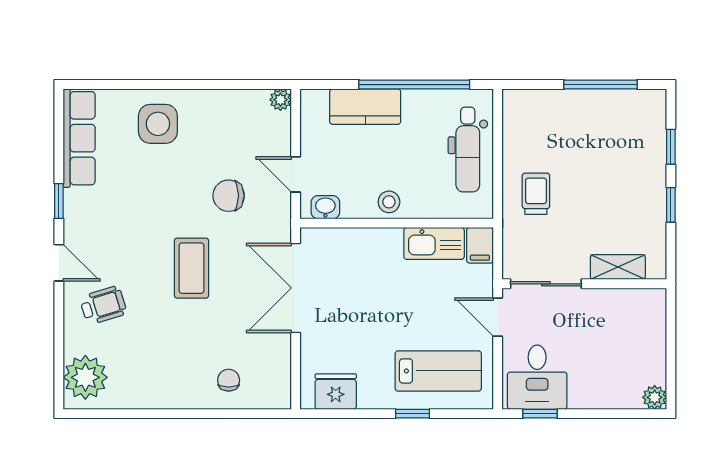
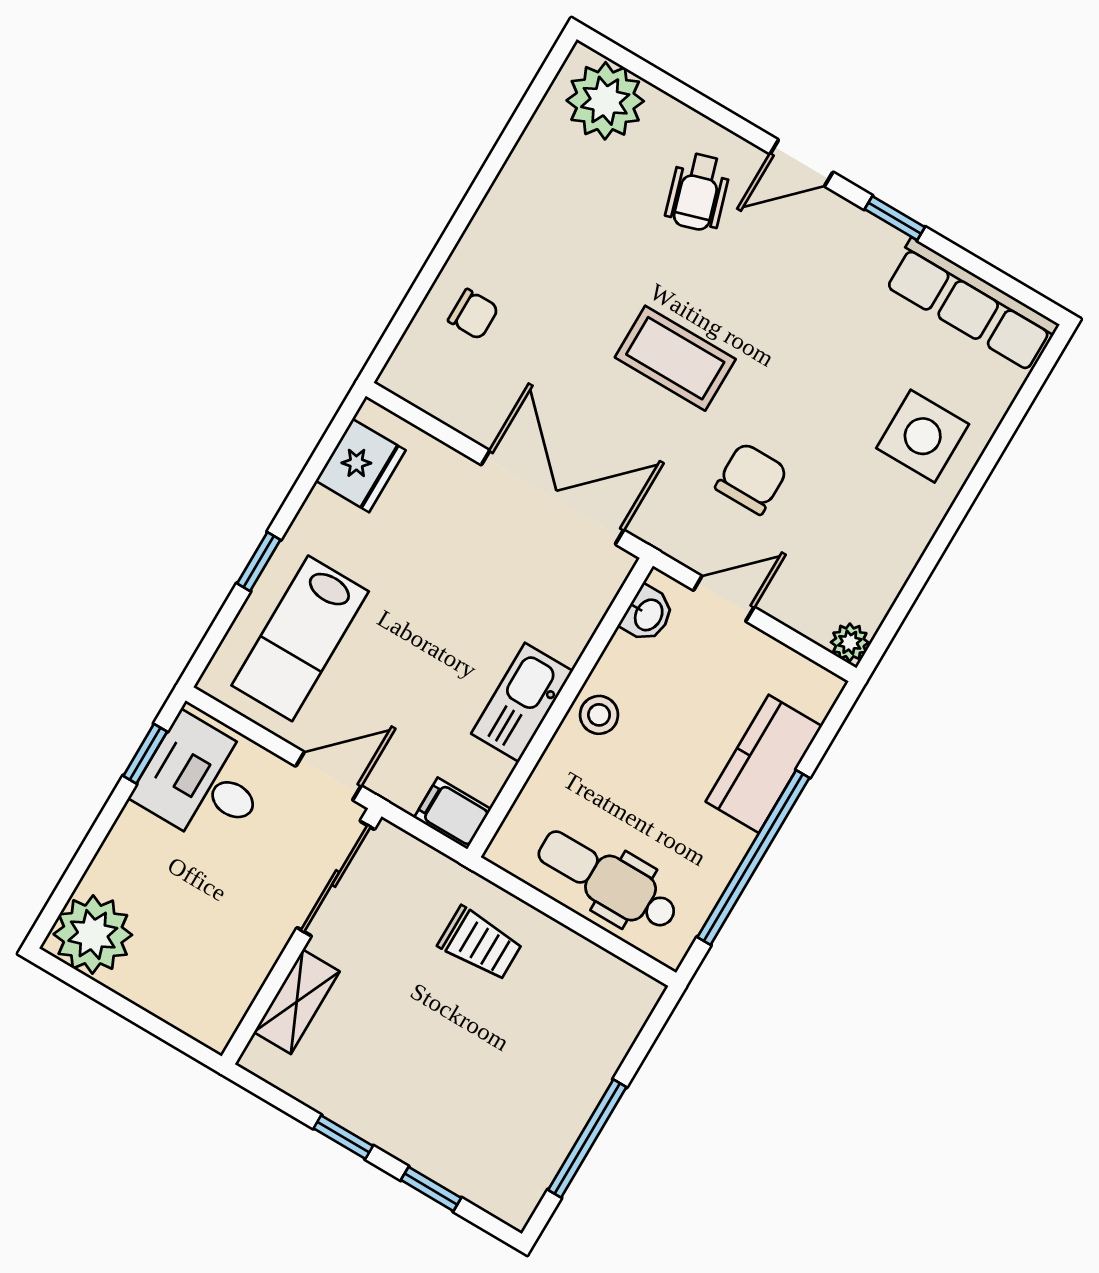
kitchen sink: (434, 243) -> (522, 702), moved
plant: (655, 397) -> (93, 934), width x1.88, depth x1.88

